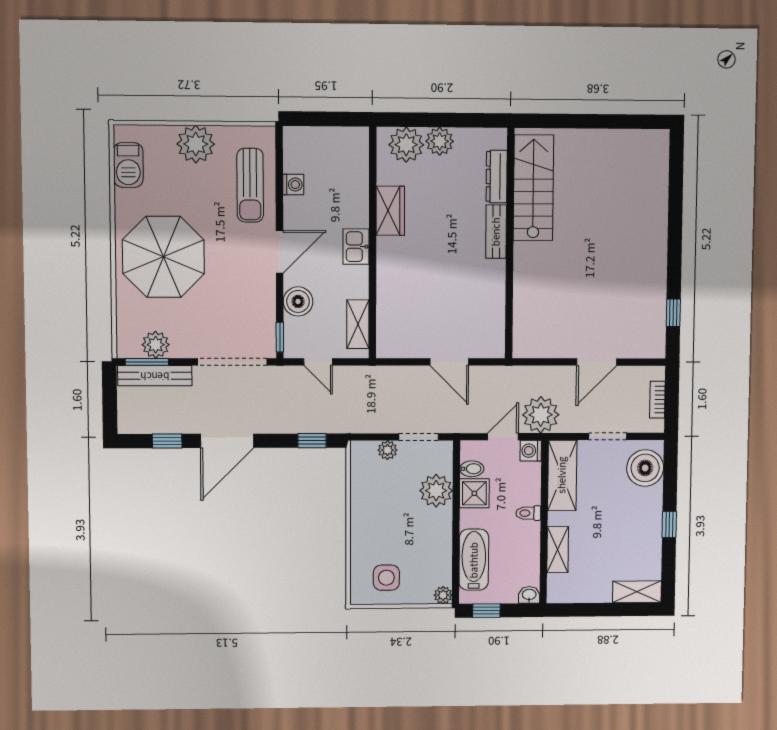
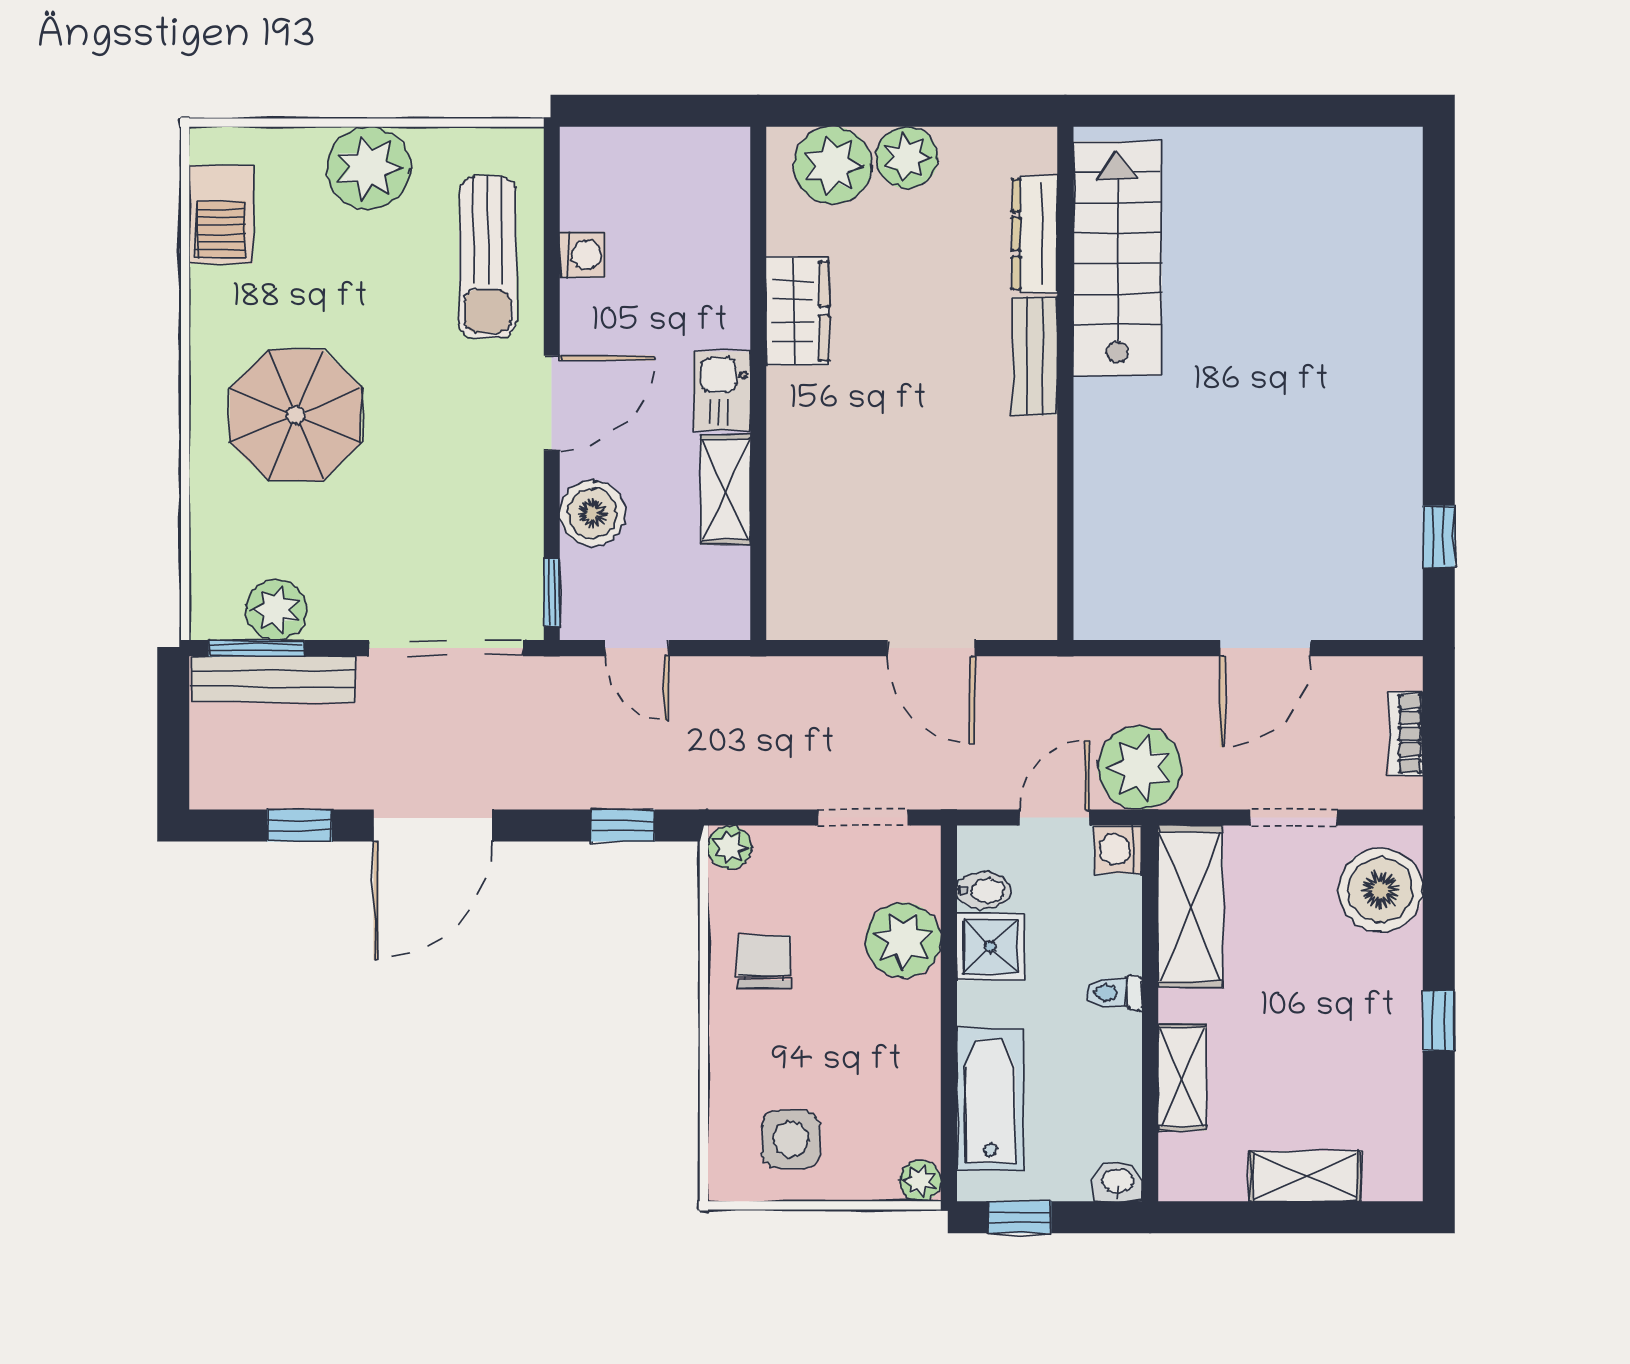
parasol: (163, 257) -> (296, 415), width x0.73, depth x0.73
shelving: (358, 324) -> (726, 489), moved
plant: (387, 450) -> (730, 847), moved
chair: (375, 500) -> (764, 962), added
shelving: (637, 592) -> (1305, 1176), moved

